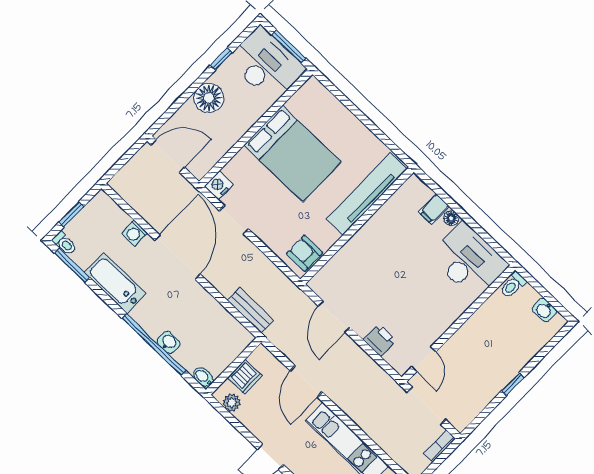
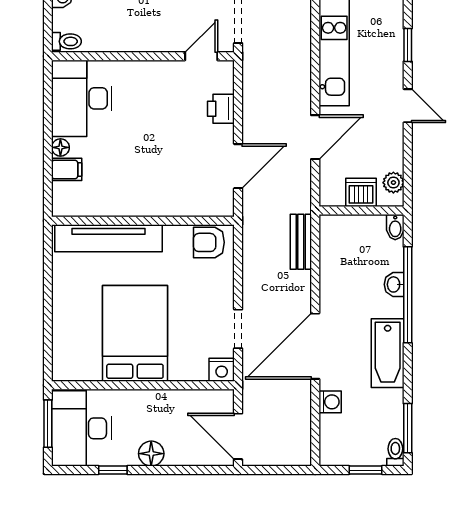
floor lamp: (209, 98) -> (151, 454), width x0.73, depth x0.73
armchair: (305, 253) -> (209, 242), turned 90
bathtub: (115, 283) -> (388, 353), moved

